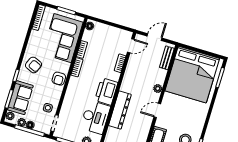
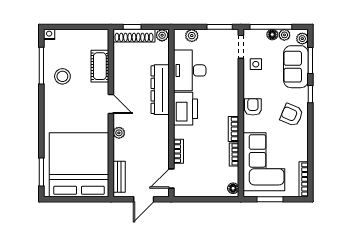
door: (157, 110) -> (111, 104), hinge flipped

